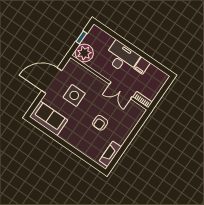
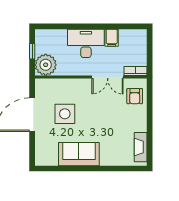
sofa: (49, 118) -> (79, 154), moved
armchair: (100, 123) -> (135, 96), moved

